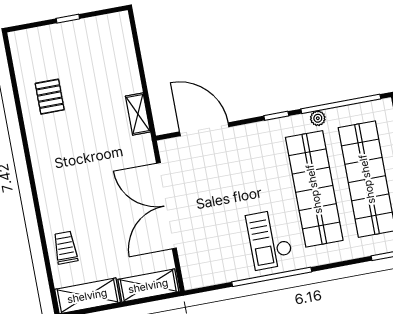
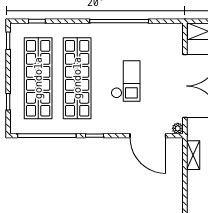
plant: (318, 118) -> (178, 128), moved
checkout: (269, 239) -> (126, 81), moved

